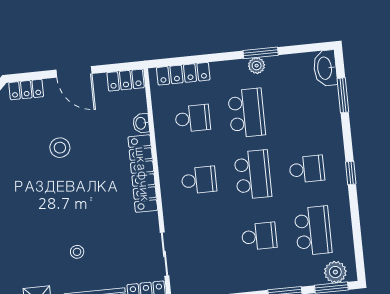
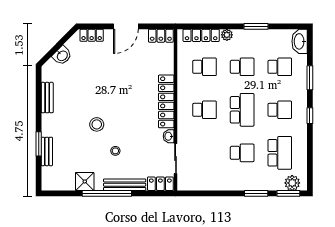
plant: (257, 66) -> (227, 35), moved
door: (74, 72) -> (126, 26), hinge flipped
window: (343, 95) -> (310, 78), moved
school desk: (301, 107) -> (280, 67), added
school desk: (247, 113) -> (242, 67), width x0.54
washbasin: (141, 123) -> (169, 136), moved
stool: (60, 148) -> (97, 124), moved

